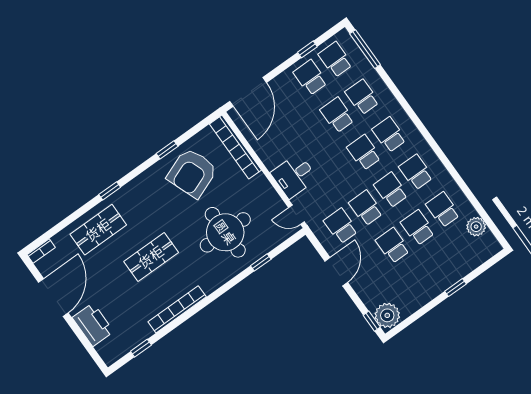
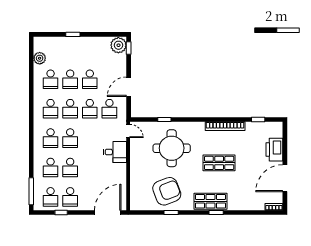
bookcase: (235, 147) -> (135, 189), removed
shop shelf: (98, 230) -> (210, 201), moved

